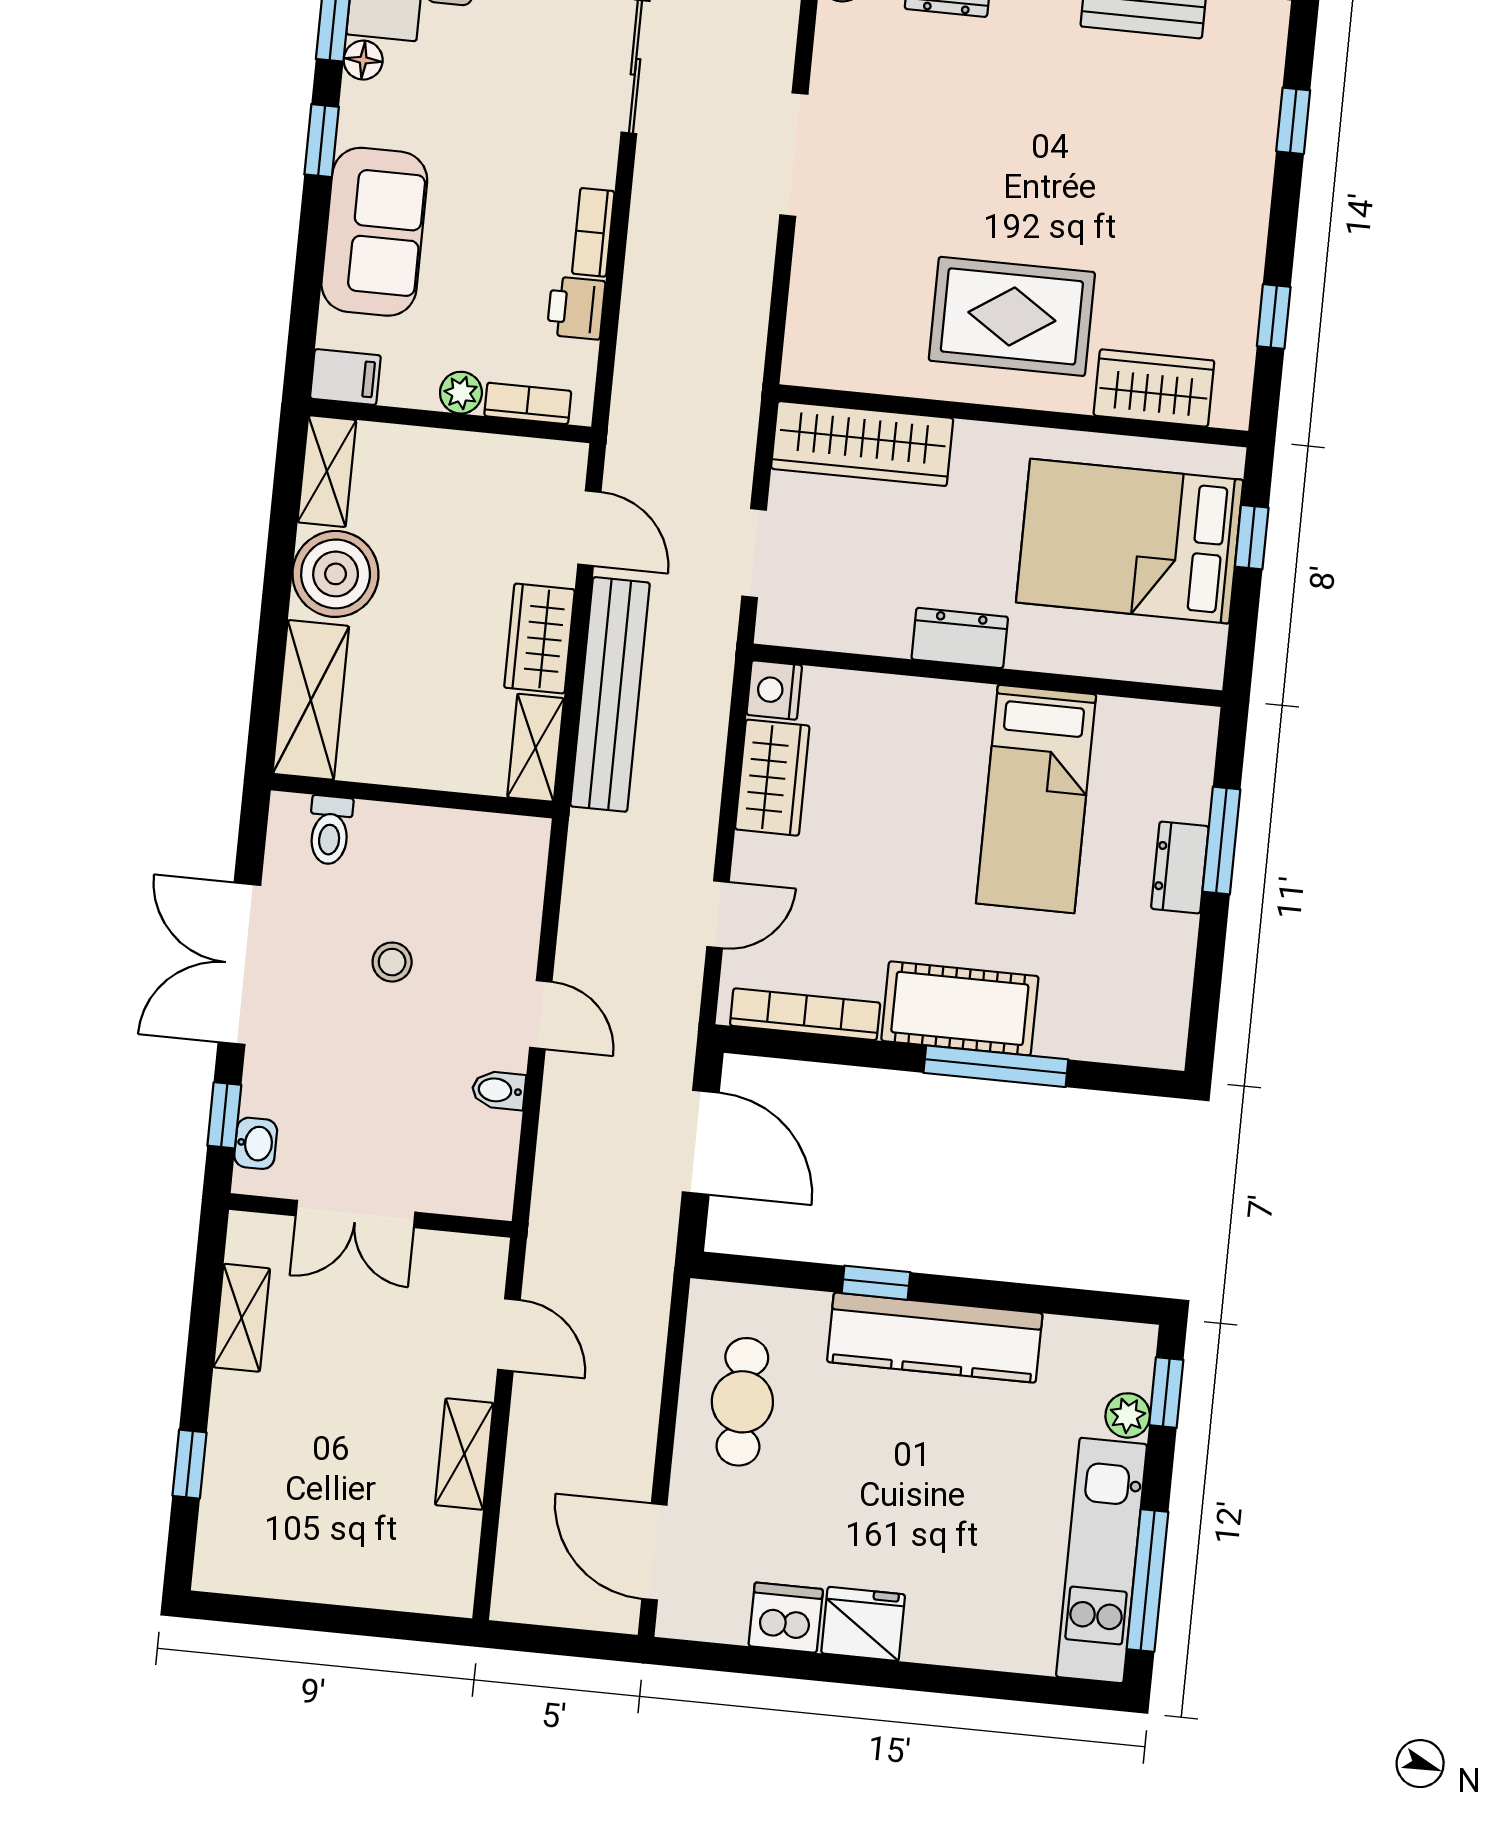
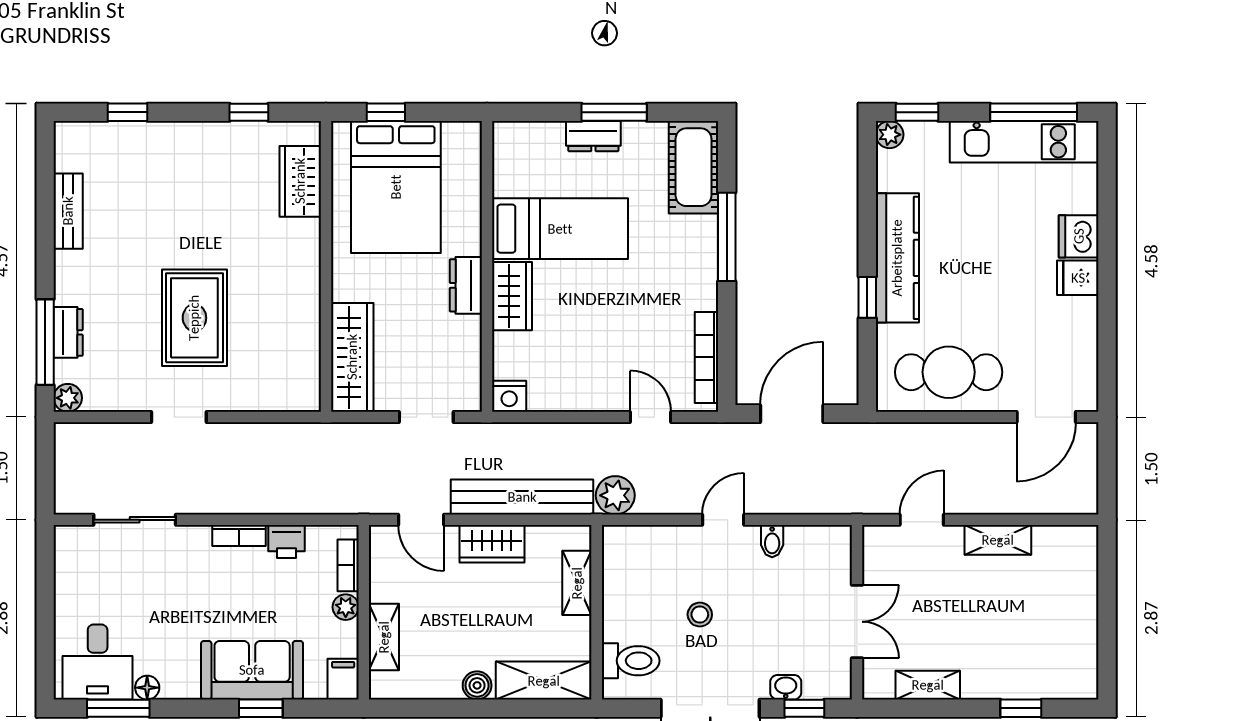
window: (322, 141) -> (261, 708), moved
doorway: (794, 155) -> (179, 417), width x0.73
rug: (1012, 316) -> (194, 318), moved
shelving: (327, 471) -> (384, 637), moved, turned 90
door: (589, 528) -> (421, 520), swing flipped
boiler: (336, 574) -> (477, 685), width x0.54, depth x0.54
shelving: (536, 748) -> (577, 583), moved, turned 90
wardrobe: (772, 778) -> (512, 296), moved, turned 90
toilet: (330, 830) -> (631, 661), width x1.37, depth x1.39
window: (1221, 841) -> (614, 112), moved
plant: (598, 845) -> (615, 495), added
cot: (960, 1008) -> (694, 167), moved
washbasin: (256, 1143) -> (786, 687), moved
cafe table: (742, 1402) -> (949, 372), width x1.37, depth x1.35
plant: (1128, 1415) -> (890, 135), moved
dishwasher: (786, 1618) -> (1079, 236), moved
fridge: (863, 1624) -> (1078, 278), width x0.72

